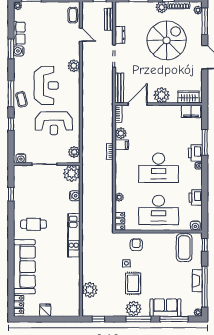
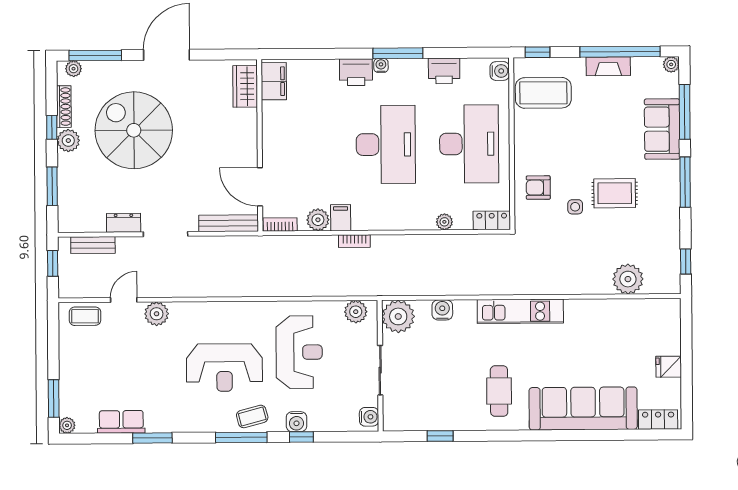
water cooler: (19, 51) -> (296, 422), moved
plant: (74, 66) -> (157, 314), moved
reception desk: (46, 85) -> (224, 368), turned 180
plant: (162, 95) -> (242, 140), removed
window: (205, 142) -> (398, 53), moved
plant: (133, 309) -> (665, 192), removed

